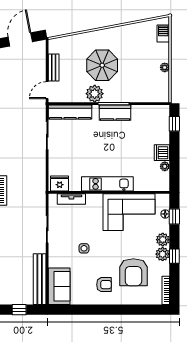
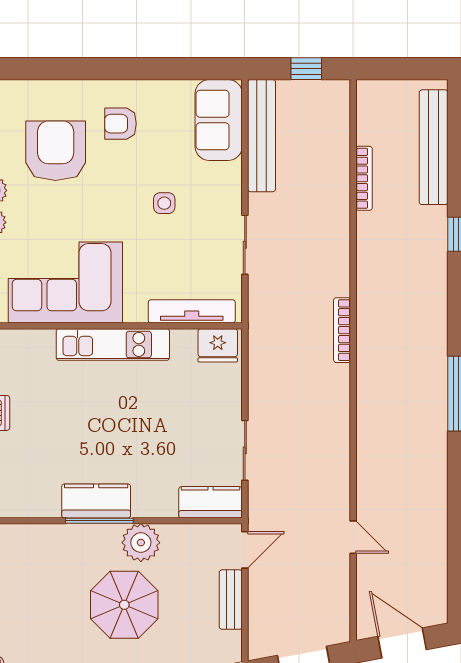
kitchen counter: (70, 112) -> (211, 502), width x0.67
tv unit: (71, 199) -> (192, 311), width x1.41

